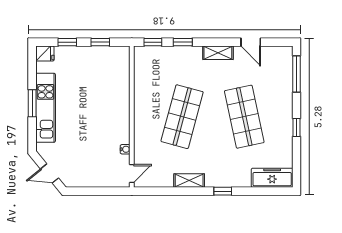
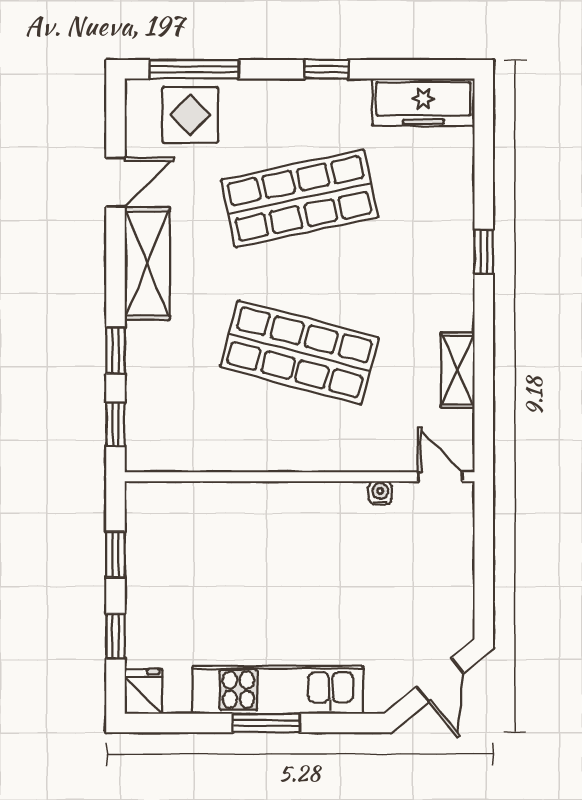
shelving: (218, 53) -> (147, 263), width x1.50, depth x1.33
display table: (278, 72) -> (190, 115), added
freezer: (272, 178) -> (423, 102), moved, turned -90
shelving: (189, 181) -> (458, 370), moved

